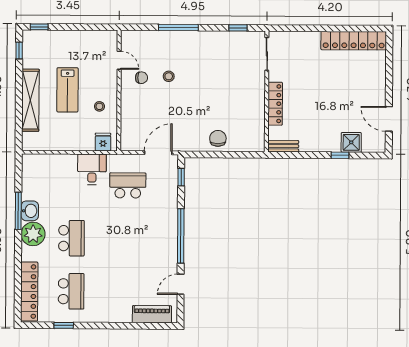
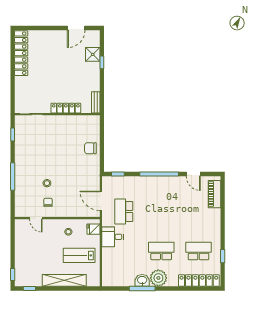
door: (119, 60) -> (36, 218), swing flipped
lab bench: (68, 90) -> (79, 255), moved, turned 180
door: (158, 153) -> (101, 201), moved

